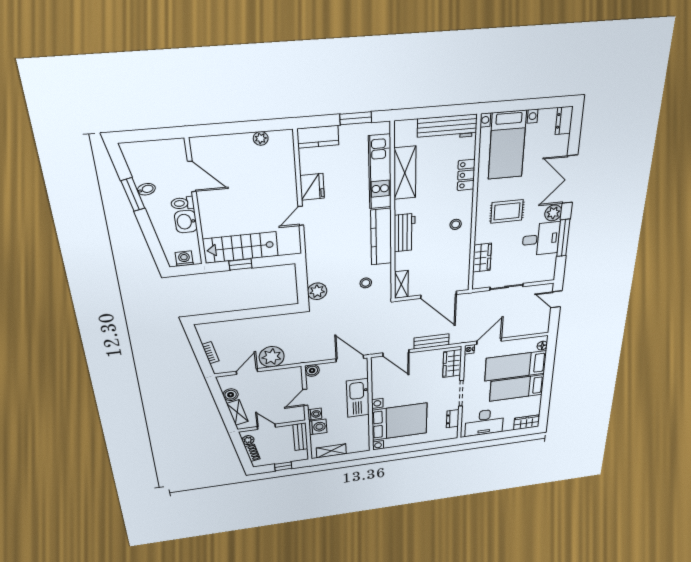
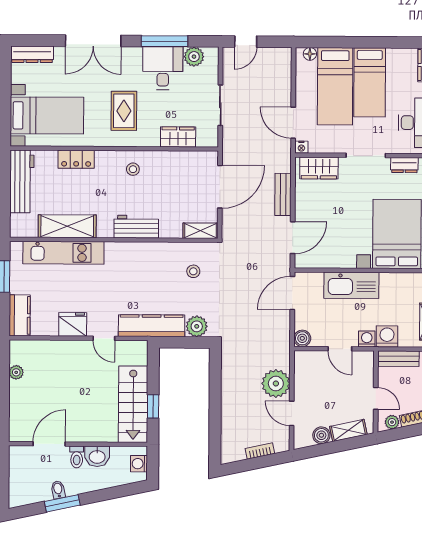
dresser: (564, 120) -> (32, 54), width x1.44
plant: (553, 213) -> (194, 57), moved
kitchen counter: (381, 237) -> (152, 326), moved, turned 180
door: (266, 427) -> (376, 398), swing flipped

